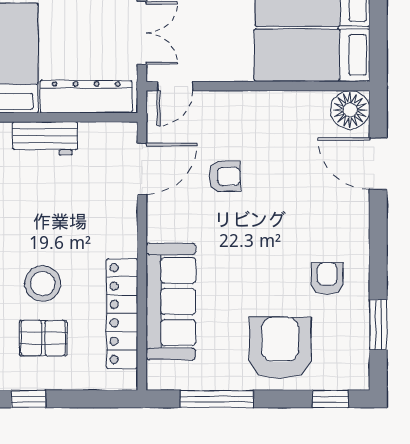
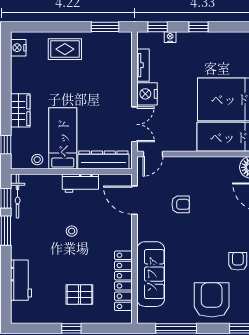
door: (142, 169) -> (134, 200), swing flipped
stool: (43, 284) -> (72, 231), moved, width x0.53, depth x0.53

